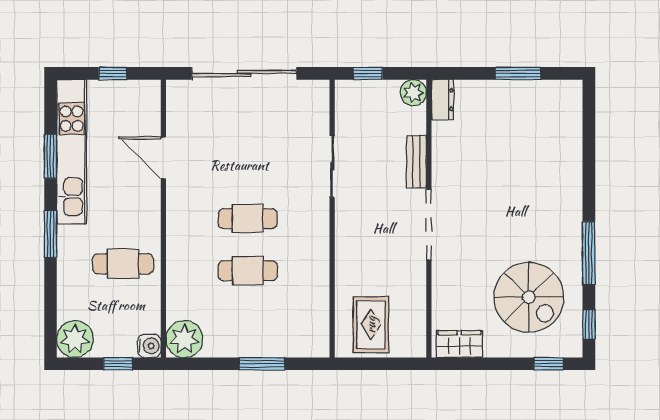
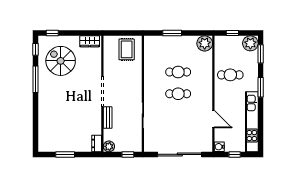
window: (51, 156) -> (261, 54), moved
water cooler: (149, 346) -> (219, 147), moved

